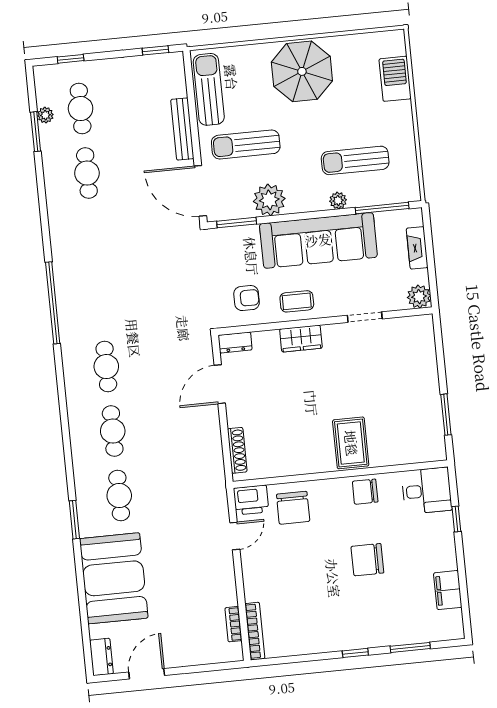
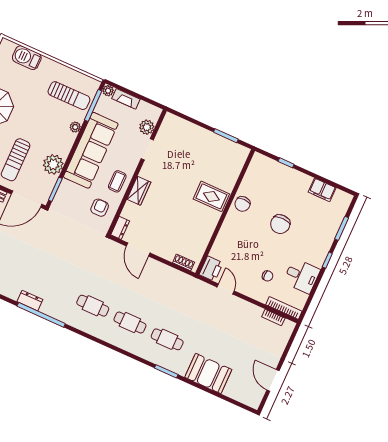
sun lounger: (355, 160) -> (69, 96), moved, turned -90
plant: (414, 217) -> (108, 91), added
plant: (419, 297) -> (147, 127), moved
shoe rack: (237, 450) -> (184, 262), width x0.70
desk: (427, 491) -> (302, 276), moved, turned 90
chair: (293, 508) -> (268, 276), moved, width x0.54, depth x0.54
booth: (114, 578) -> (208, 373), width x0.73, depth x0.70
dresser: (101, 657) -> (30, 301), moved

